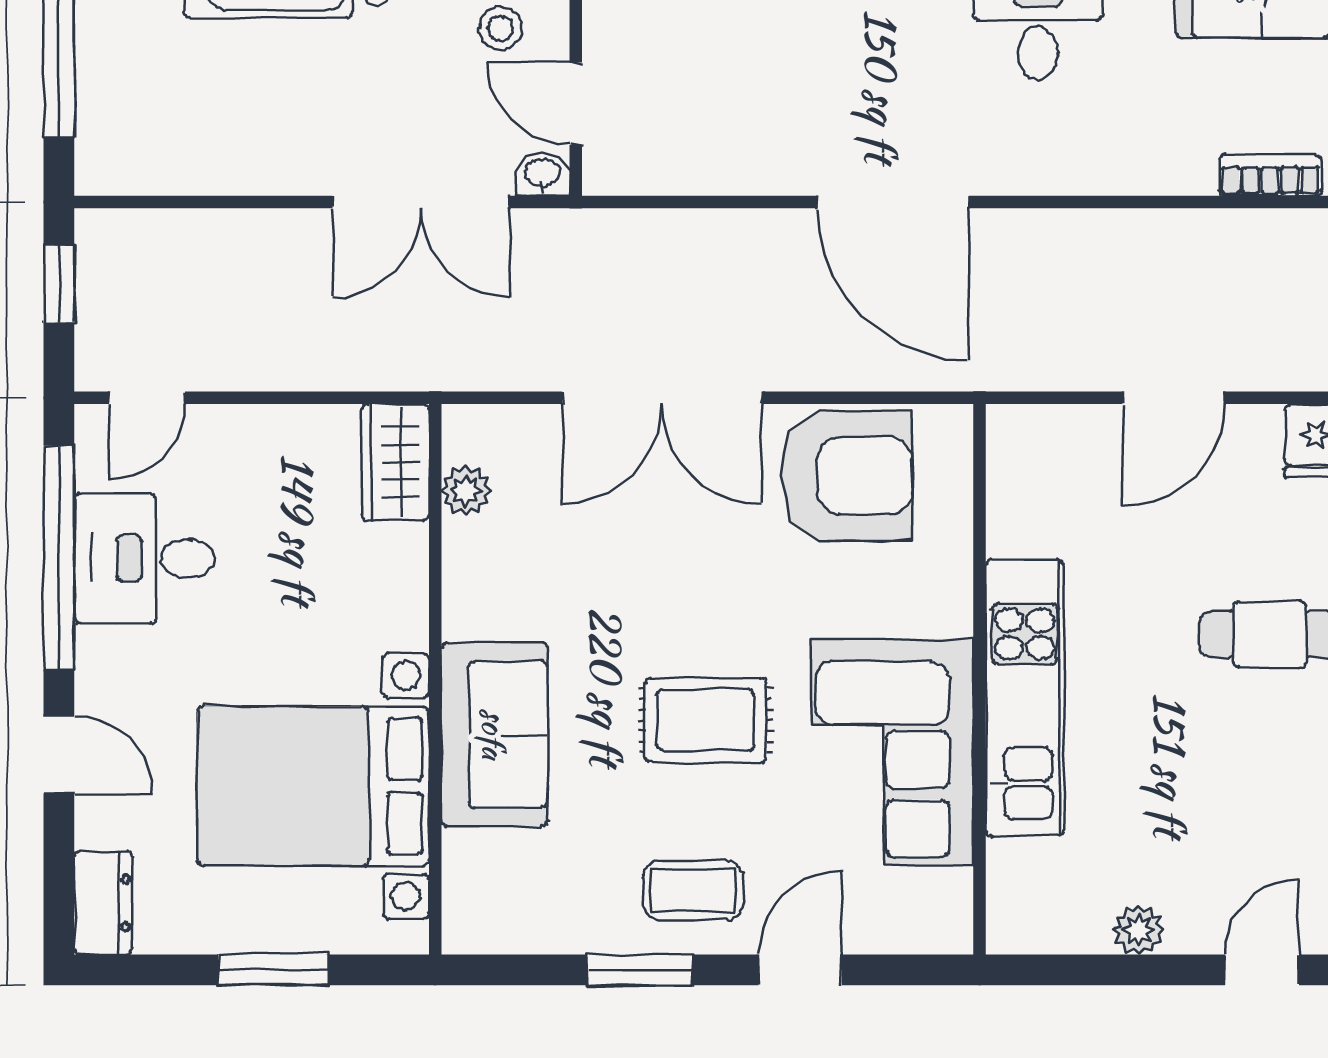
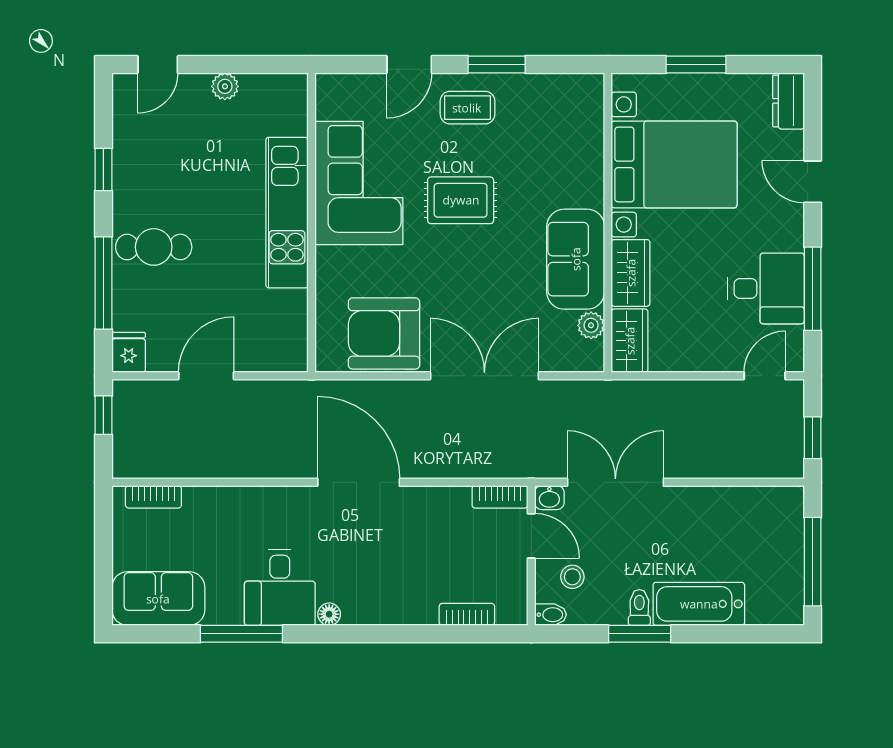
bookcase: (633, 175) -> (500, 497), added
window: (59, 558) -> (813, 289), width x0.68
wardrobe: (393, 587) -> (631, 273), added
sofa: (494, 734) -> (576, 259), moved

